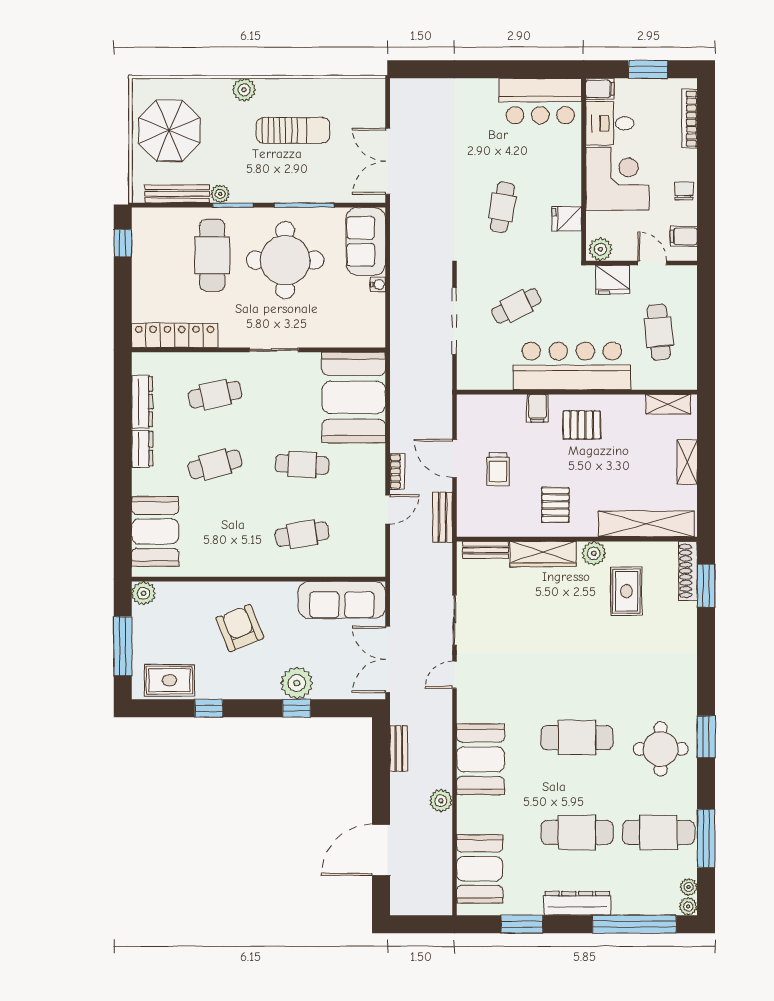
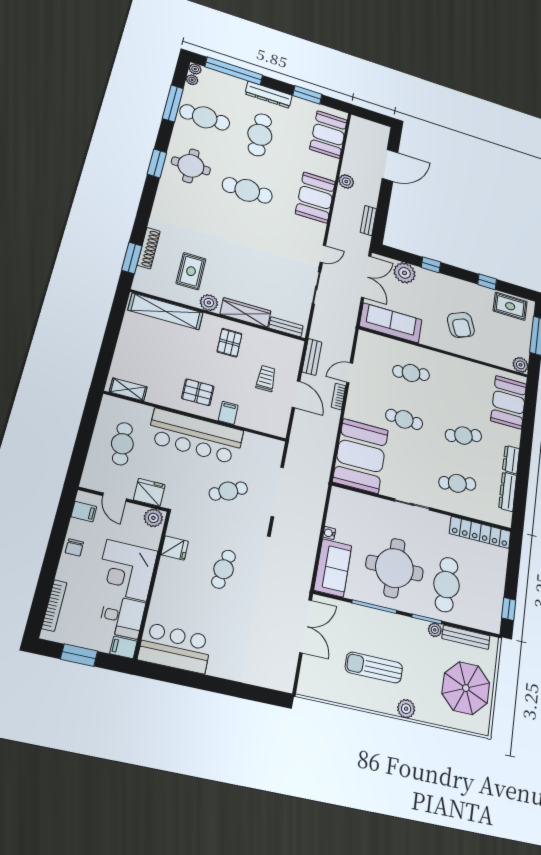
shelving: (687, 462) -> (124, 345), removed
shoe rack: (688, 571) -> (149, 248), moved
plant: (297, 683) -> (405, 273), moved
cafe table: (577, 832) -> (260, 135), turned 90

